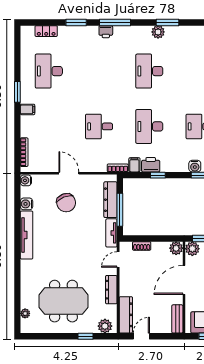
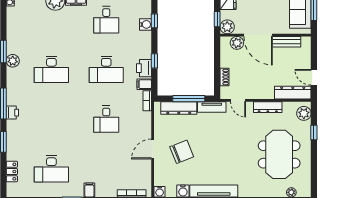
plant: (176, 248) -> (237, 43), moved
bench: (177, 319) -> (286, 42), moved

